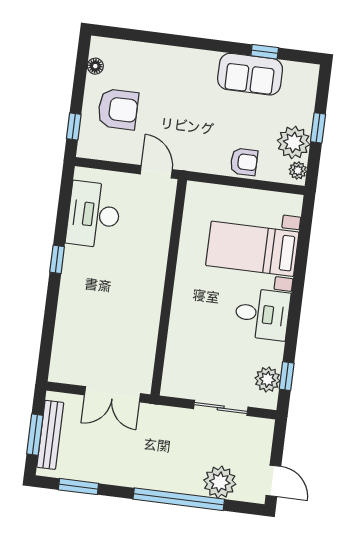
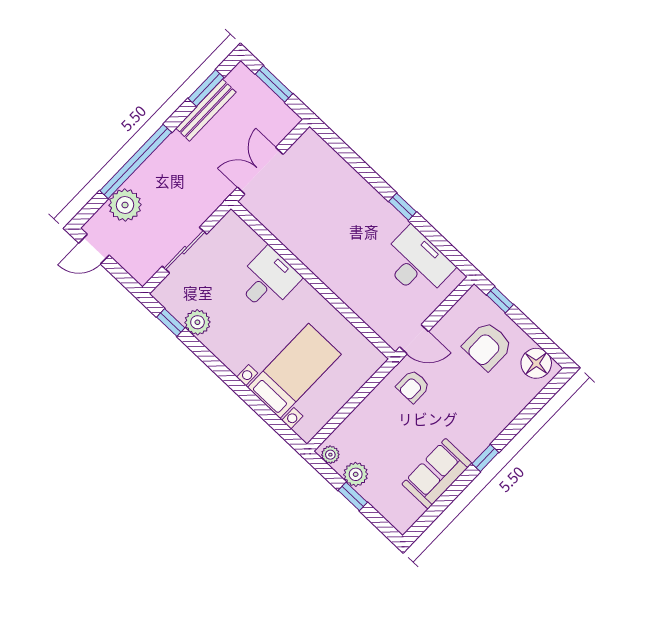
window: (265, 52) -> (485, 458), moved
floor lamp: (95, 66) -> (536, 363), width x1.89, depth x1.89
plant: (294, 142) -> (356, 474), width x0.73, depth x0.73
armchair: (244, 162) -> (413, 386), moved
desk: (262, 314) -> (268, 280), moved, turned 180
plant: (267, 379) -> (197, 322), moved
bench: (50, 435) -> (206, 110), moved, turned 90

